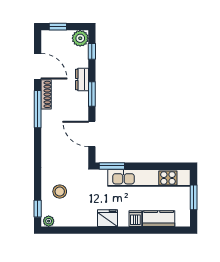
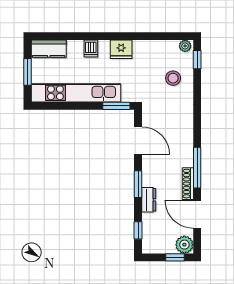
plant: (80, 38) -> (184, 245), moved
kitchen counter: (159, 219) -> (49, 49), moved

